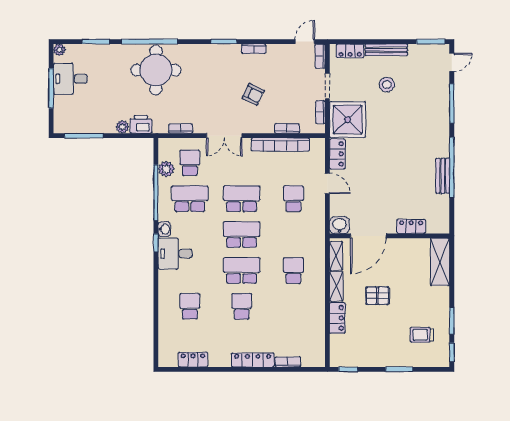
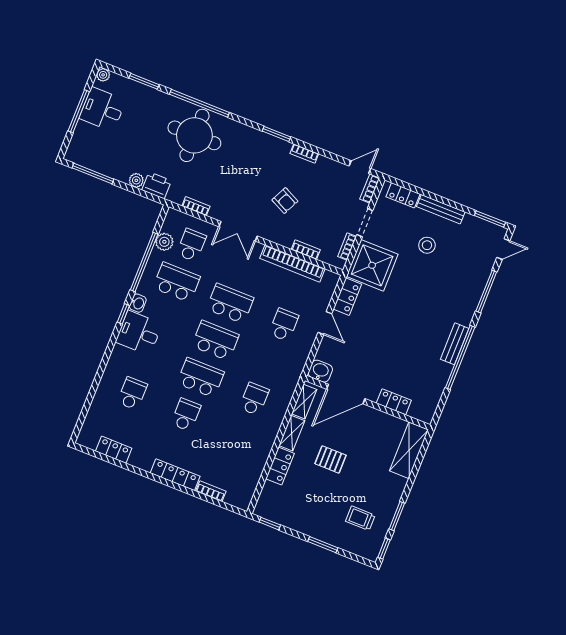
bench: (443, 176) -> (455, 344), moved

